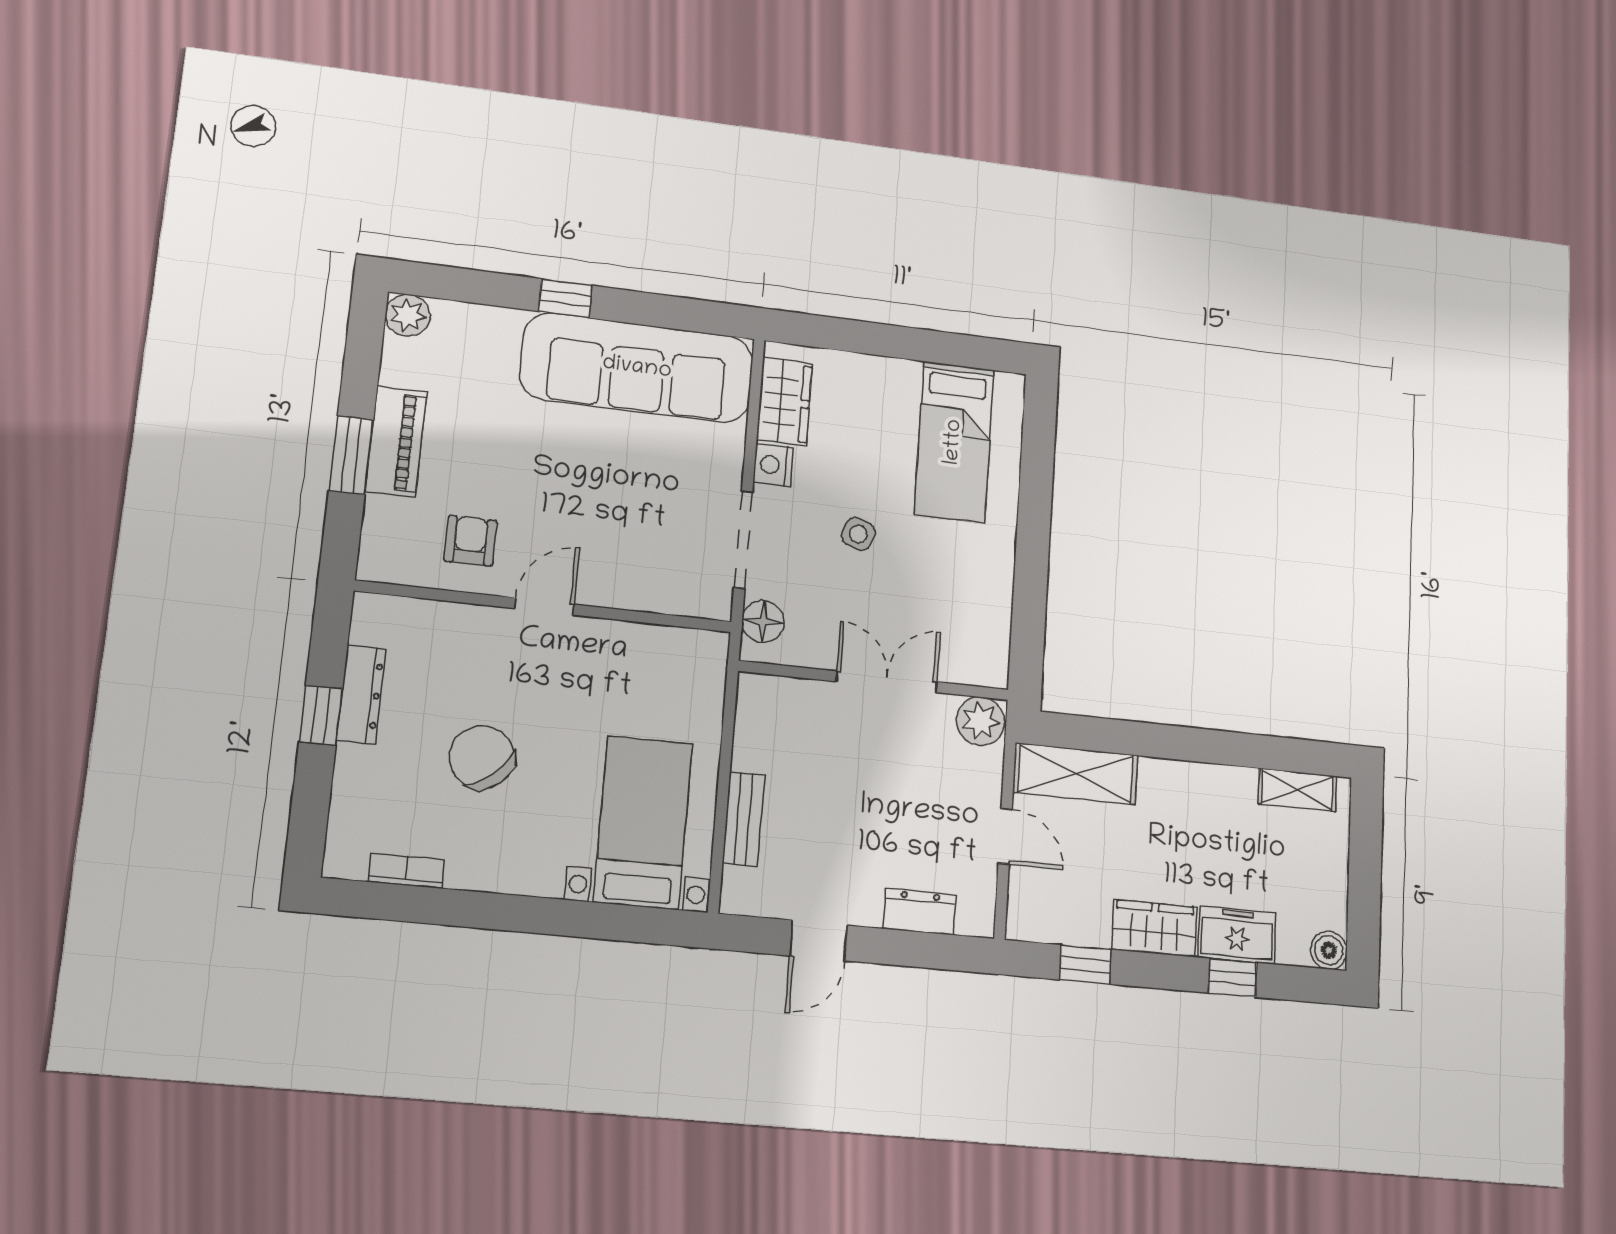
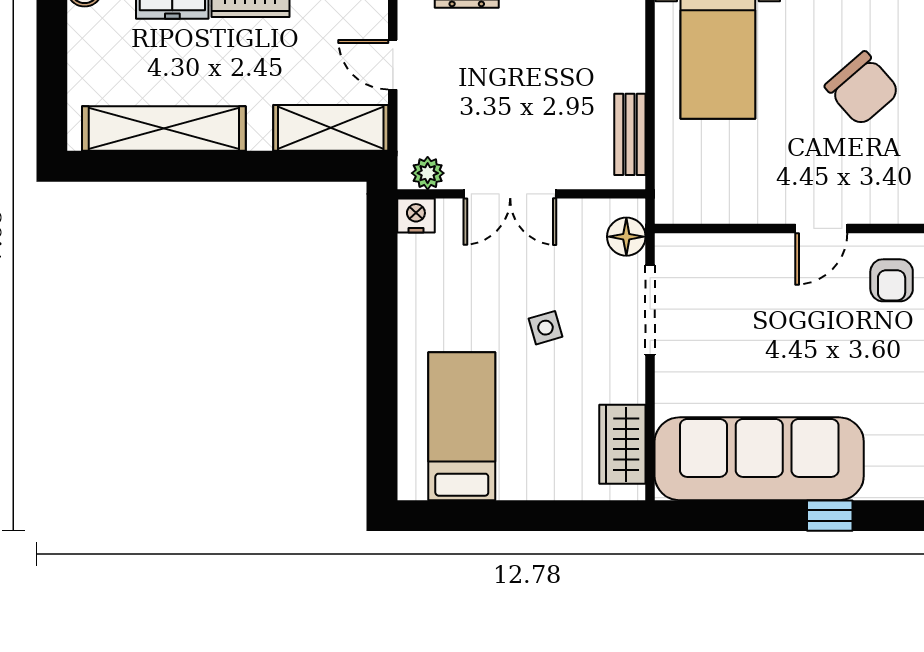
nightstand: (773, 465) -> (416, 216), moved, turned -90
side table: (858, 534) -> (545, 328), turned -36
plant: (980, 721) -> (428, 173), width x0.73, depth x0.73
shelving: (1298, 790) -> (164, 129), width x2.20, depth x1.33
bench: (743, 819) -> (630, 134), moved

